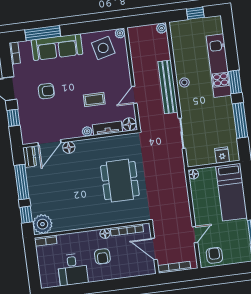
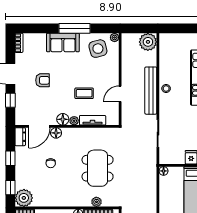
window: (195, 13) -> (184, 28), removed
plant: (162, 28) -> (148, 42), width x1.88, depth x1.88
window: (43, 33) -> (75, 28), moved
sofa: (57, 47) -> (63, 42), width x0.73
floor lamp: (129, 124) -> (63, 119), moved
window: (22, 182) -> (10, 158), width x0.46
chair: (67, 182) -> (51, 163), added
plant: (124, 218) -> (96, 202), added

